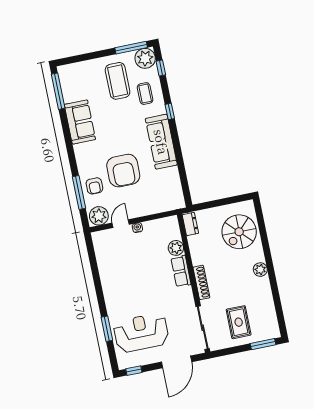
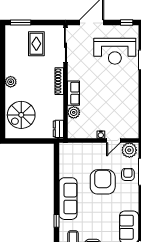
spiral stairs: (239, 232) -> (21, 115), turned 180

